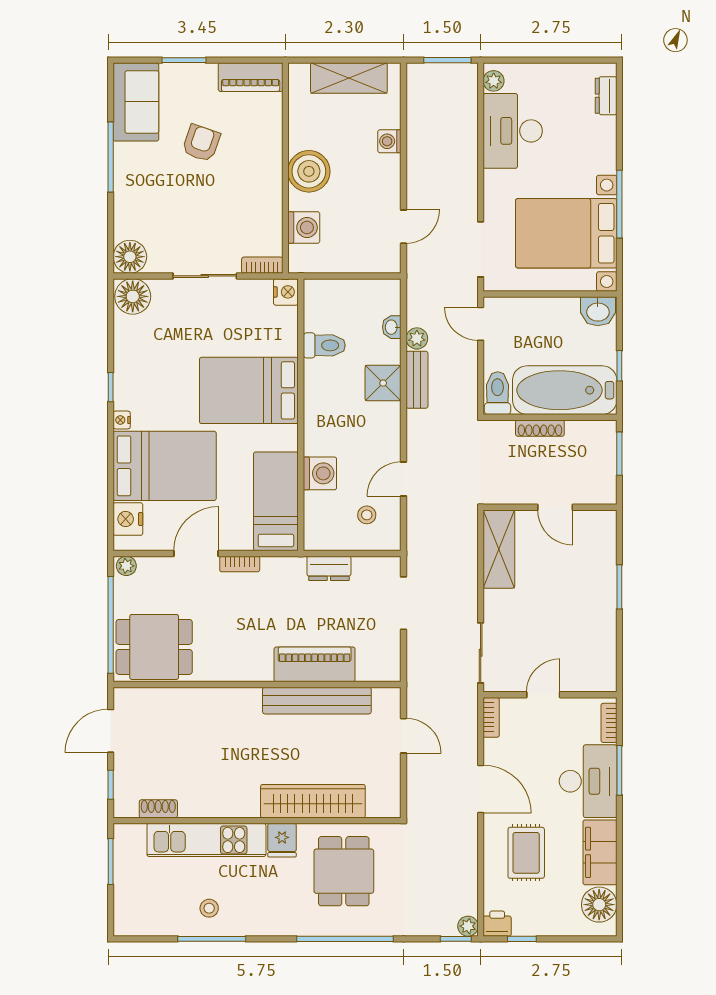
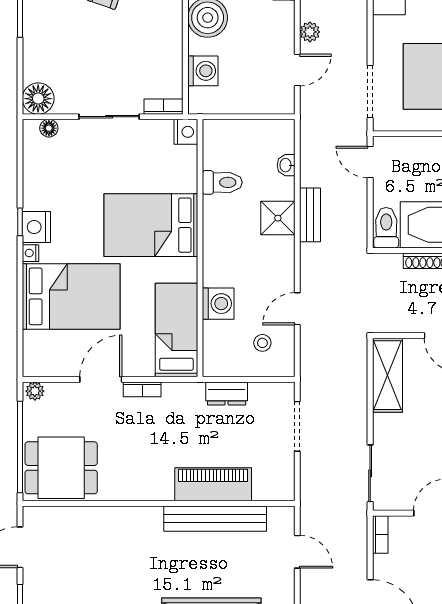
floor lamp: (133, 296) -> (49, 128), width x0.53, depth x0.53
plant: (417, 338) -> (310, 32), moved
nightstand: (128, 519) -> (36, 227), moved

